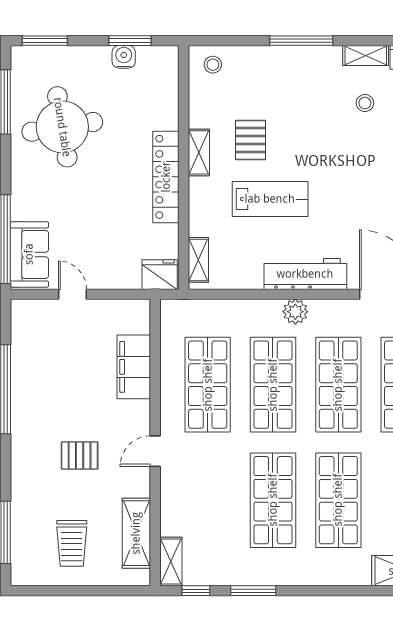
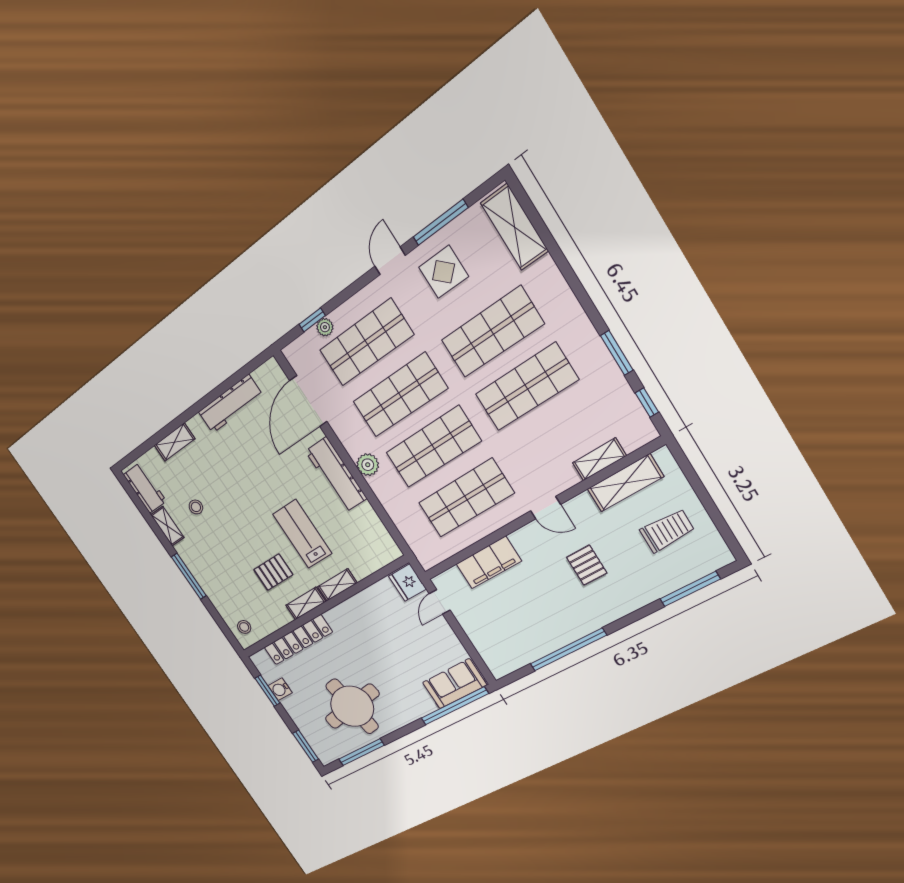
locker: (166, 177) -> (298, 640), moved
shelving: (198, 260) -> (337, 585), moved
door: (72, 294) -> (440, 602), moved
shelving: (171, 561) -> (599, 459), moved

